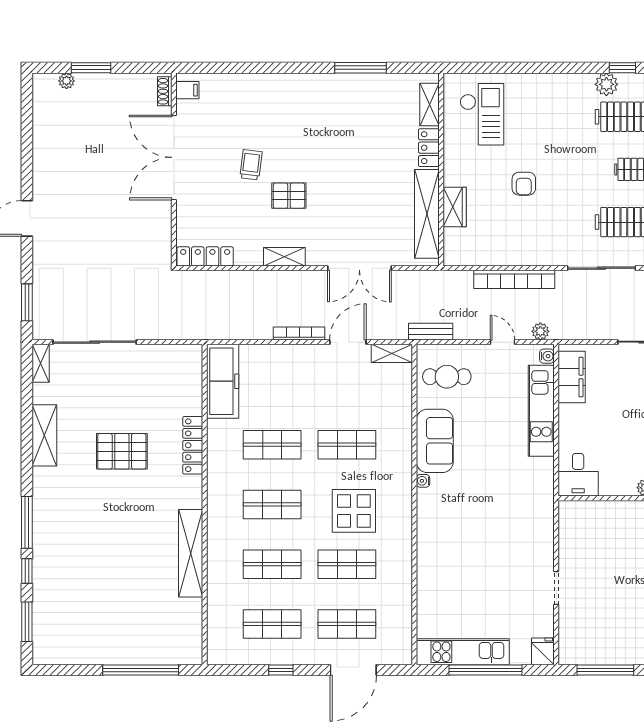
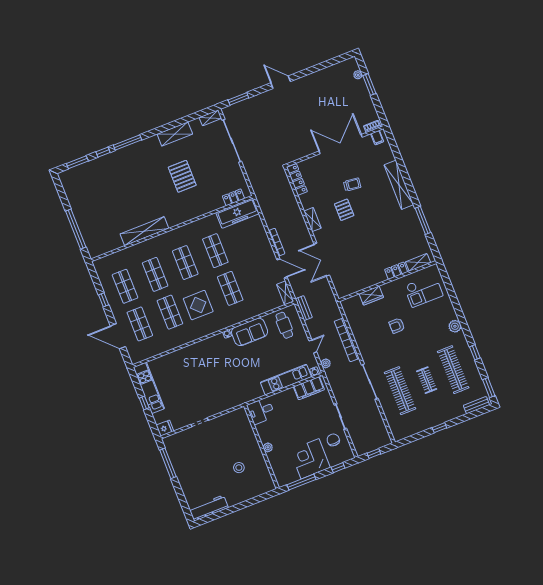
plant: (606, 84) -> (455, 326), moved
shelving: (427, 214) -> (399, 185), moved, turned 90
locker: (193, 445) -> (234, 197), moved, width x0.66
window: (486, 670) -> (144, 403), width x0.32

